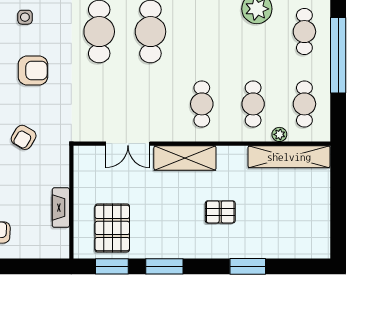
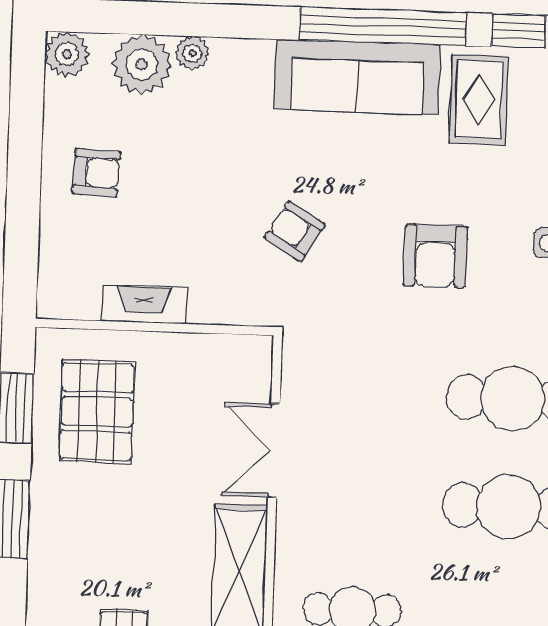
pallet: (112, 228) -> (97, 412), turned 90

